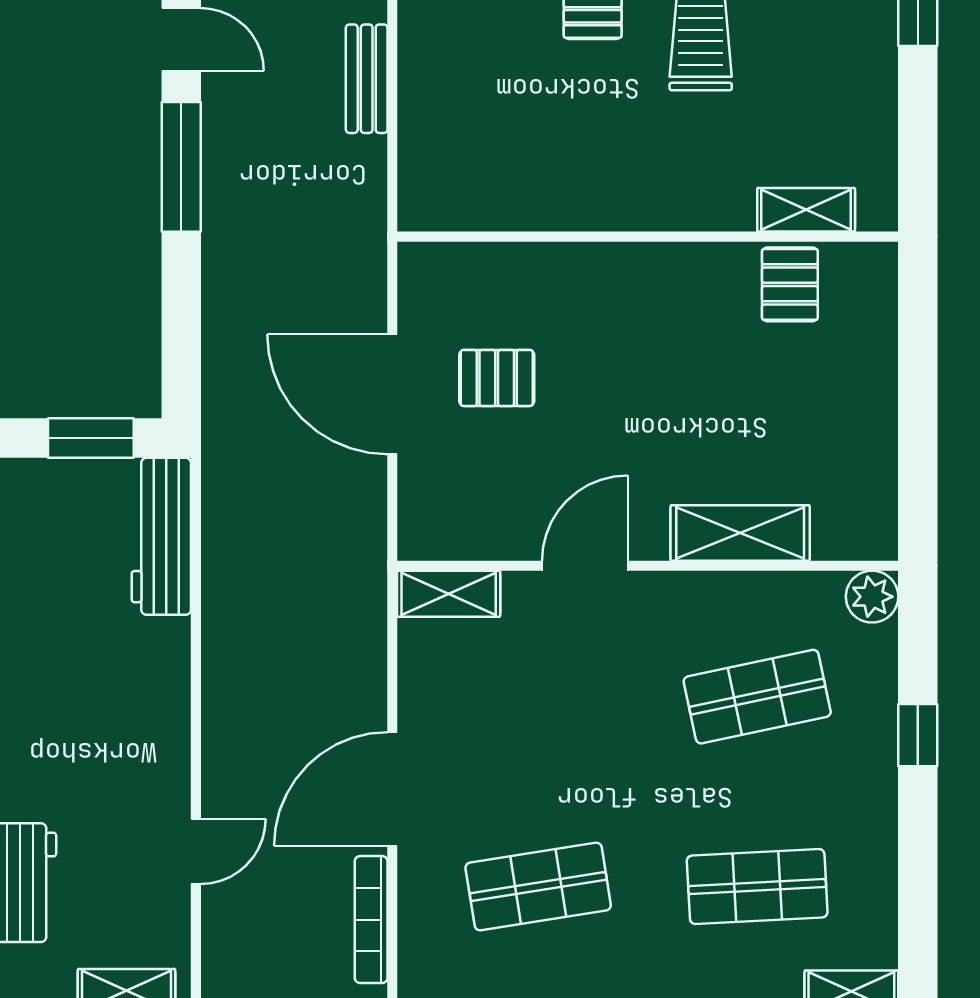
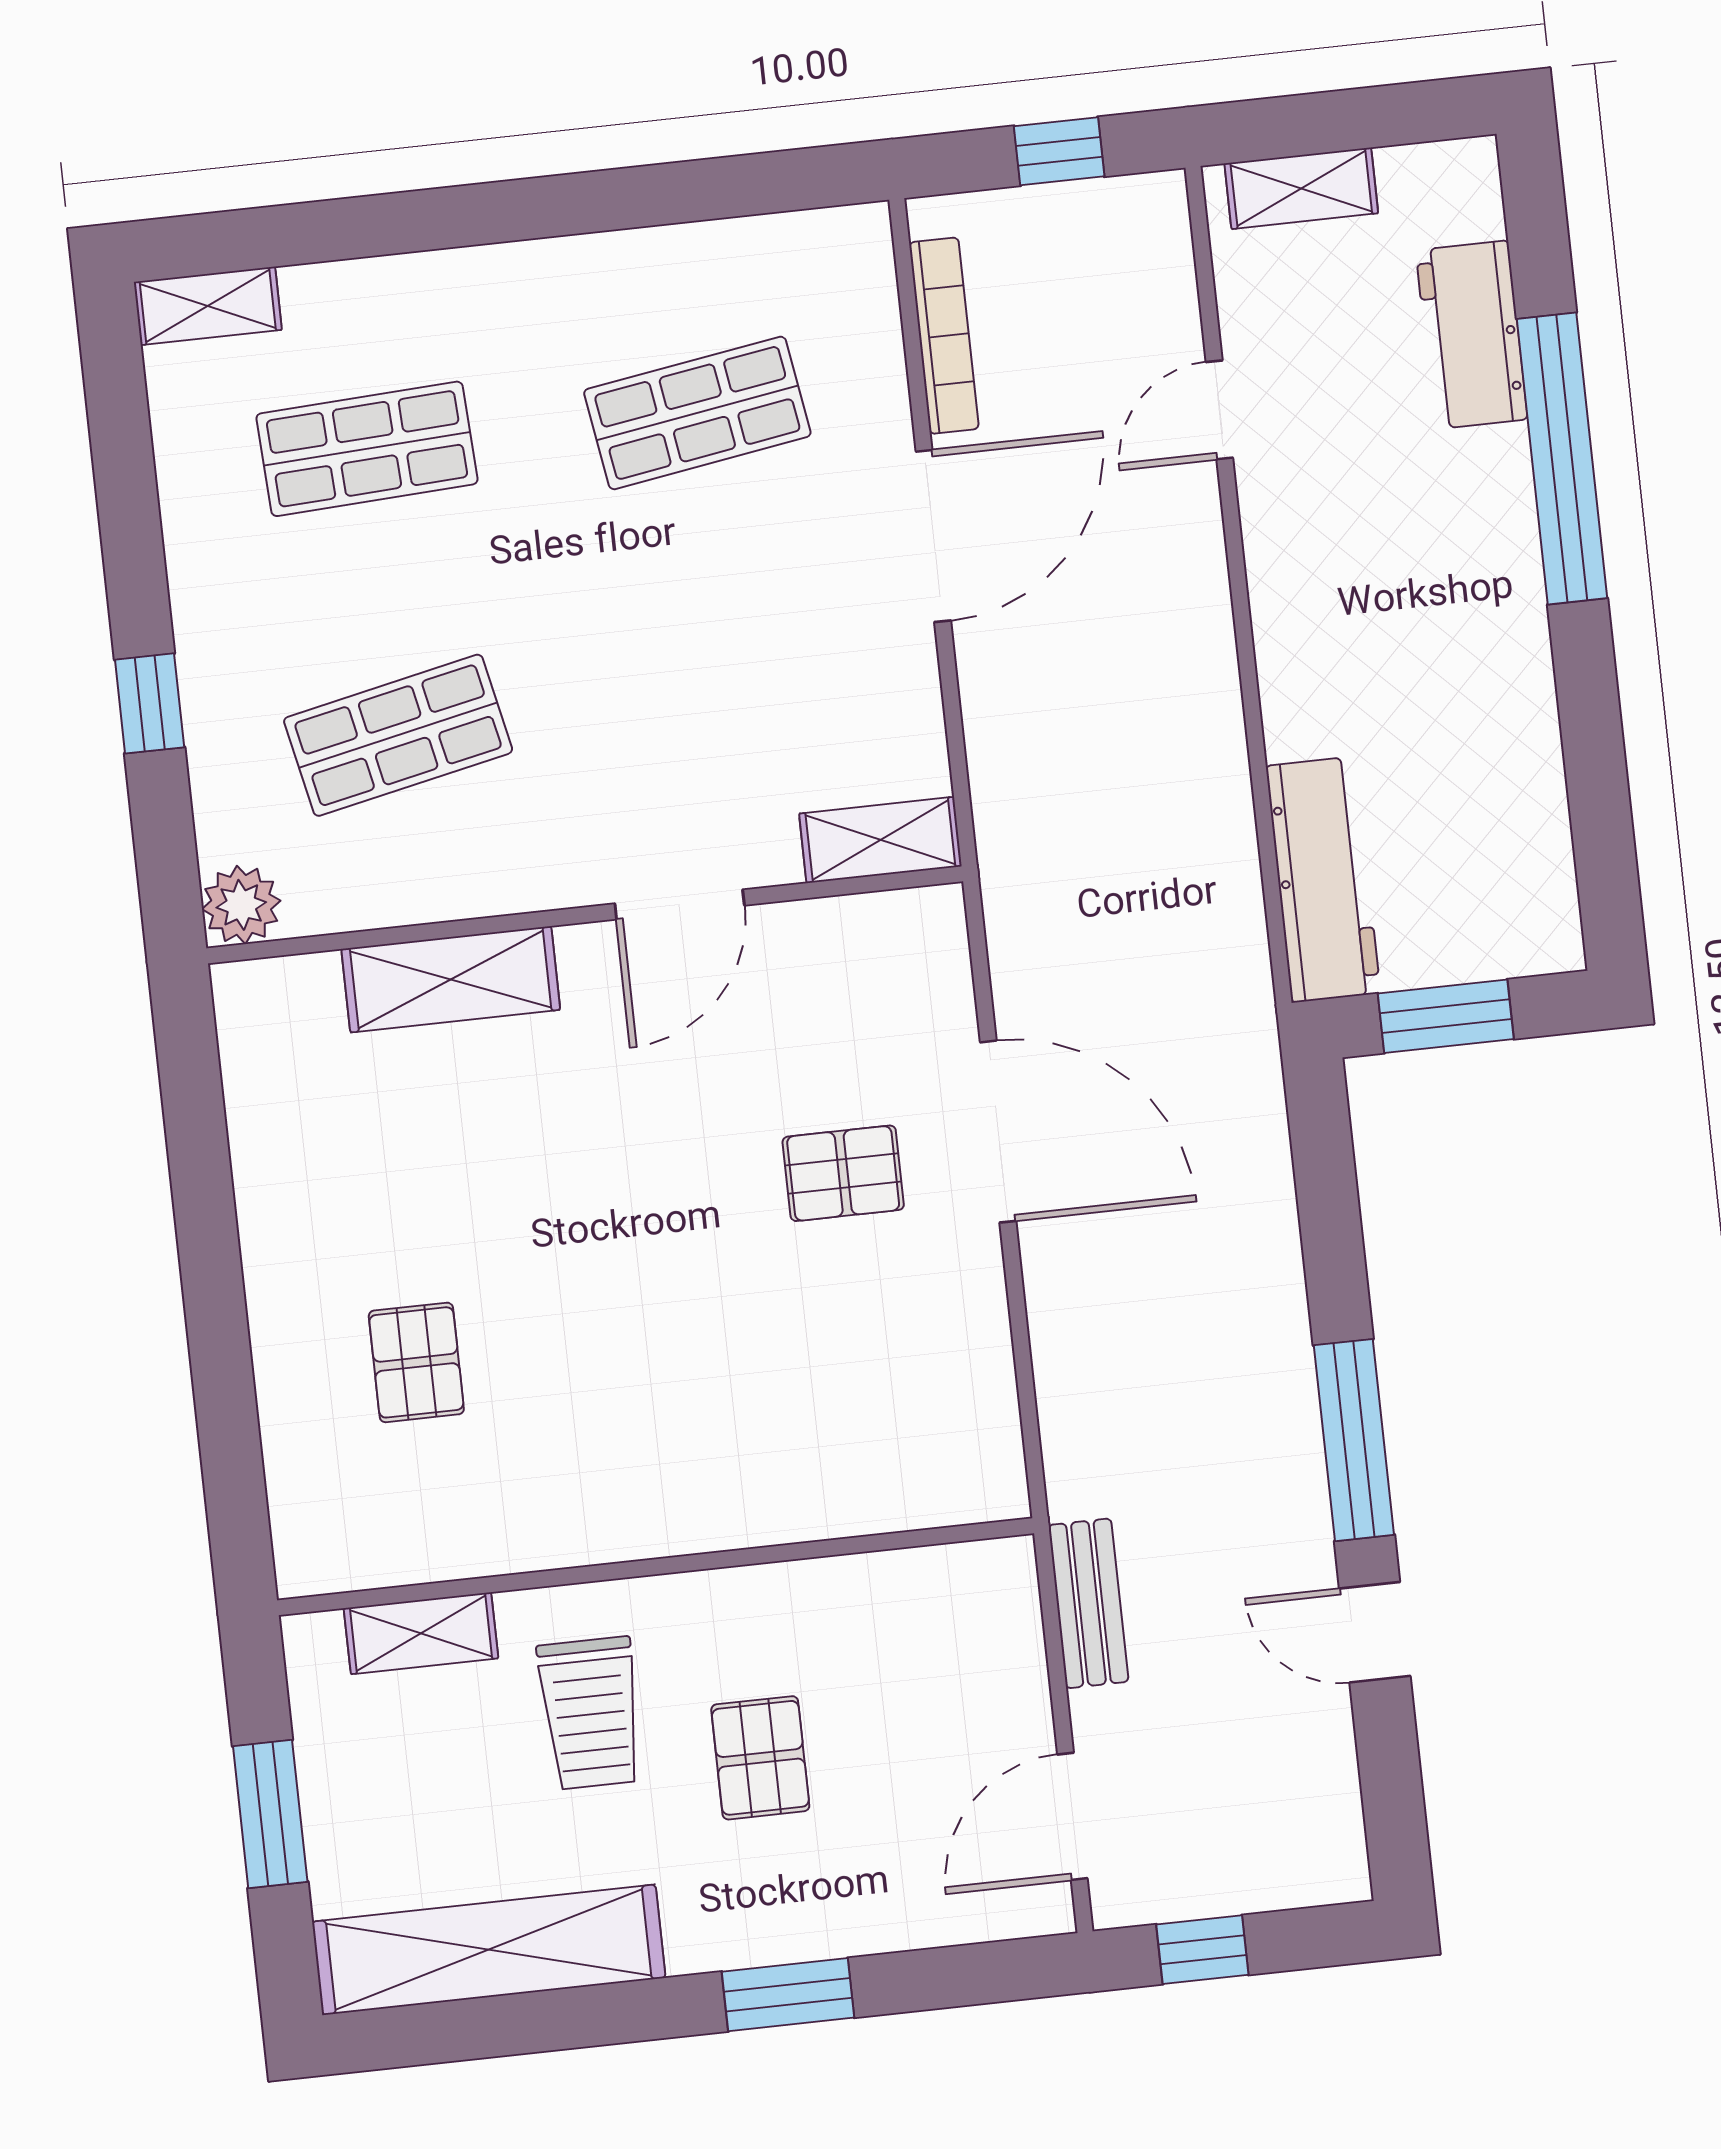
shelving: (806, 210) -> (421, 1633), moved
wall: (648, 237) -> (656, 1567), moved

